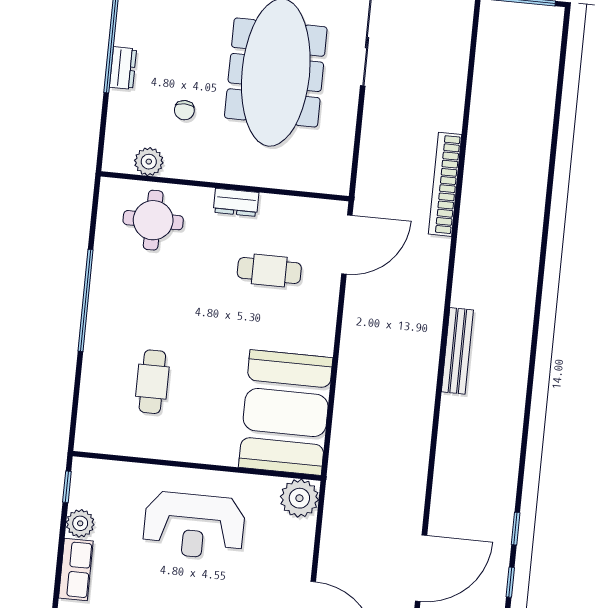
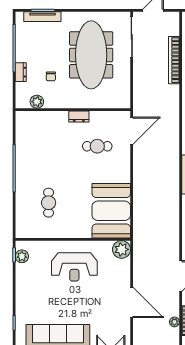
dresser: (123, 68) -> (21, 72), moved
bookcase: (445, 184) -> (174, 60), moved
round table: (153, 220) -> (42, 128), removed
plant: (80, 523) -> (22, 256), moved
row of seats: (76, 569) -> (22, 293), removed

